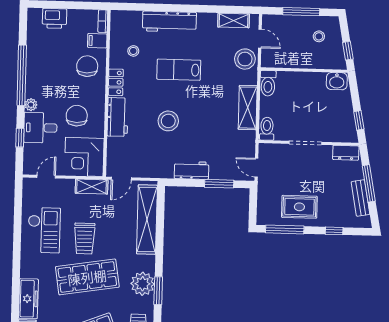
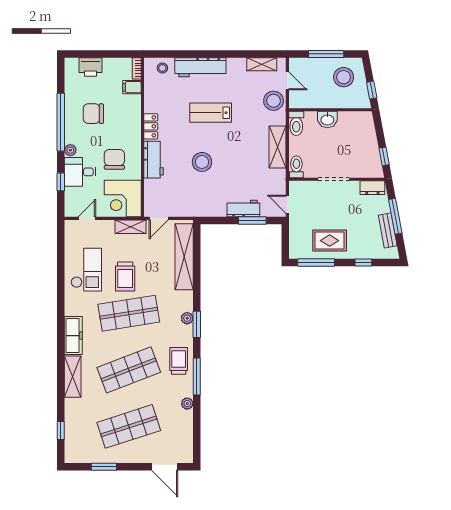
stool: (319, 36) -> (344, 77), width x1.89, depth x1.89
stool: (133, 51) -> (162, 68), moved
chair: (87, 66) -> (93, 114), moved, turned -90
washbasin: (337, 81) -> (327, 119), moved
workbench: (192, 170) -> (243, 209), moved
plant: (143, 284) -> (187, 318), width x0.53, depth x0.53

